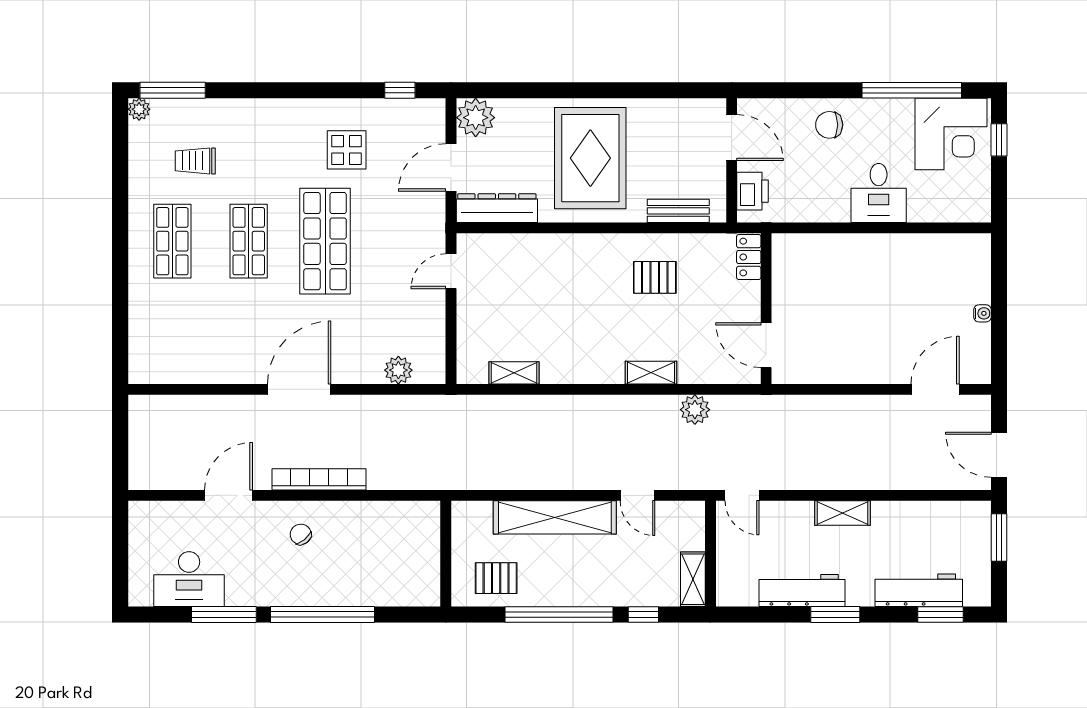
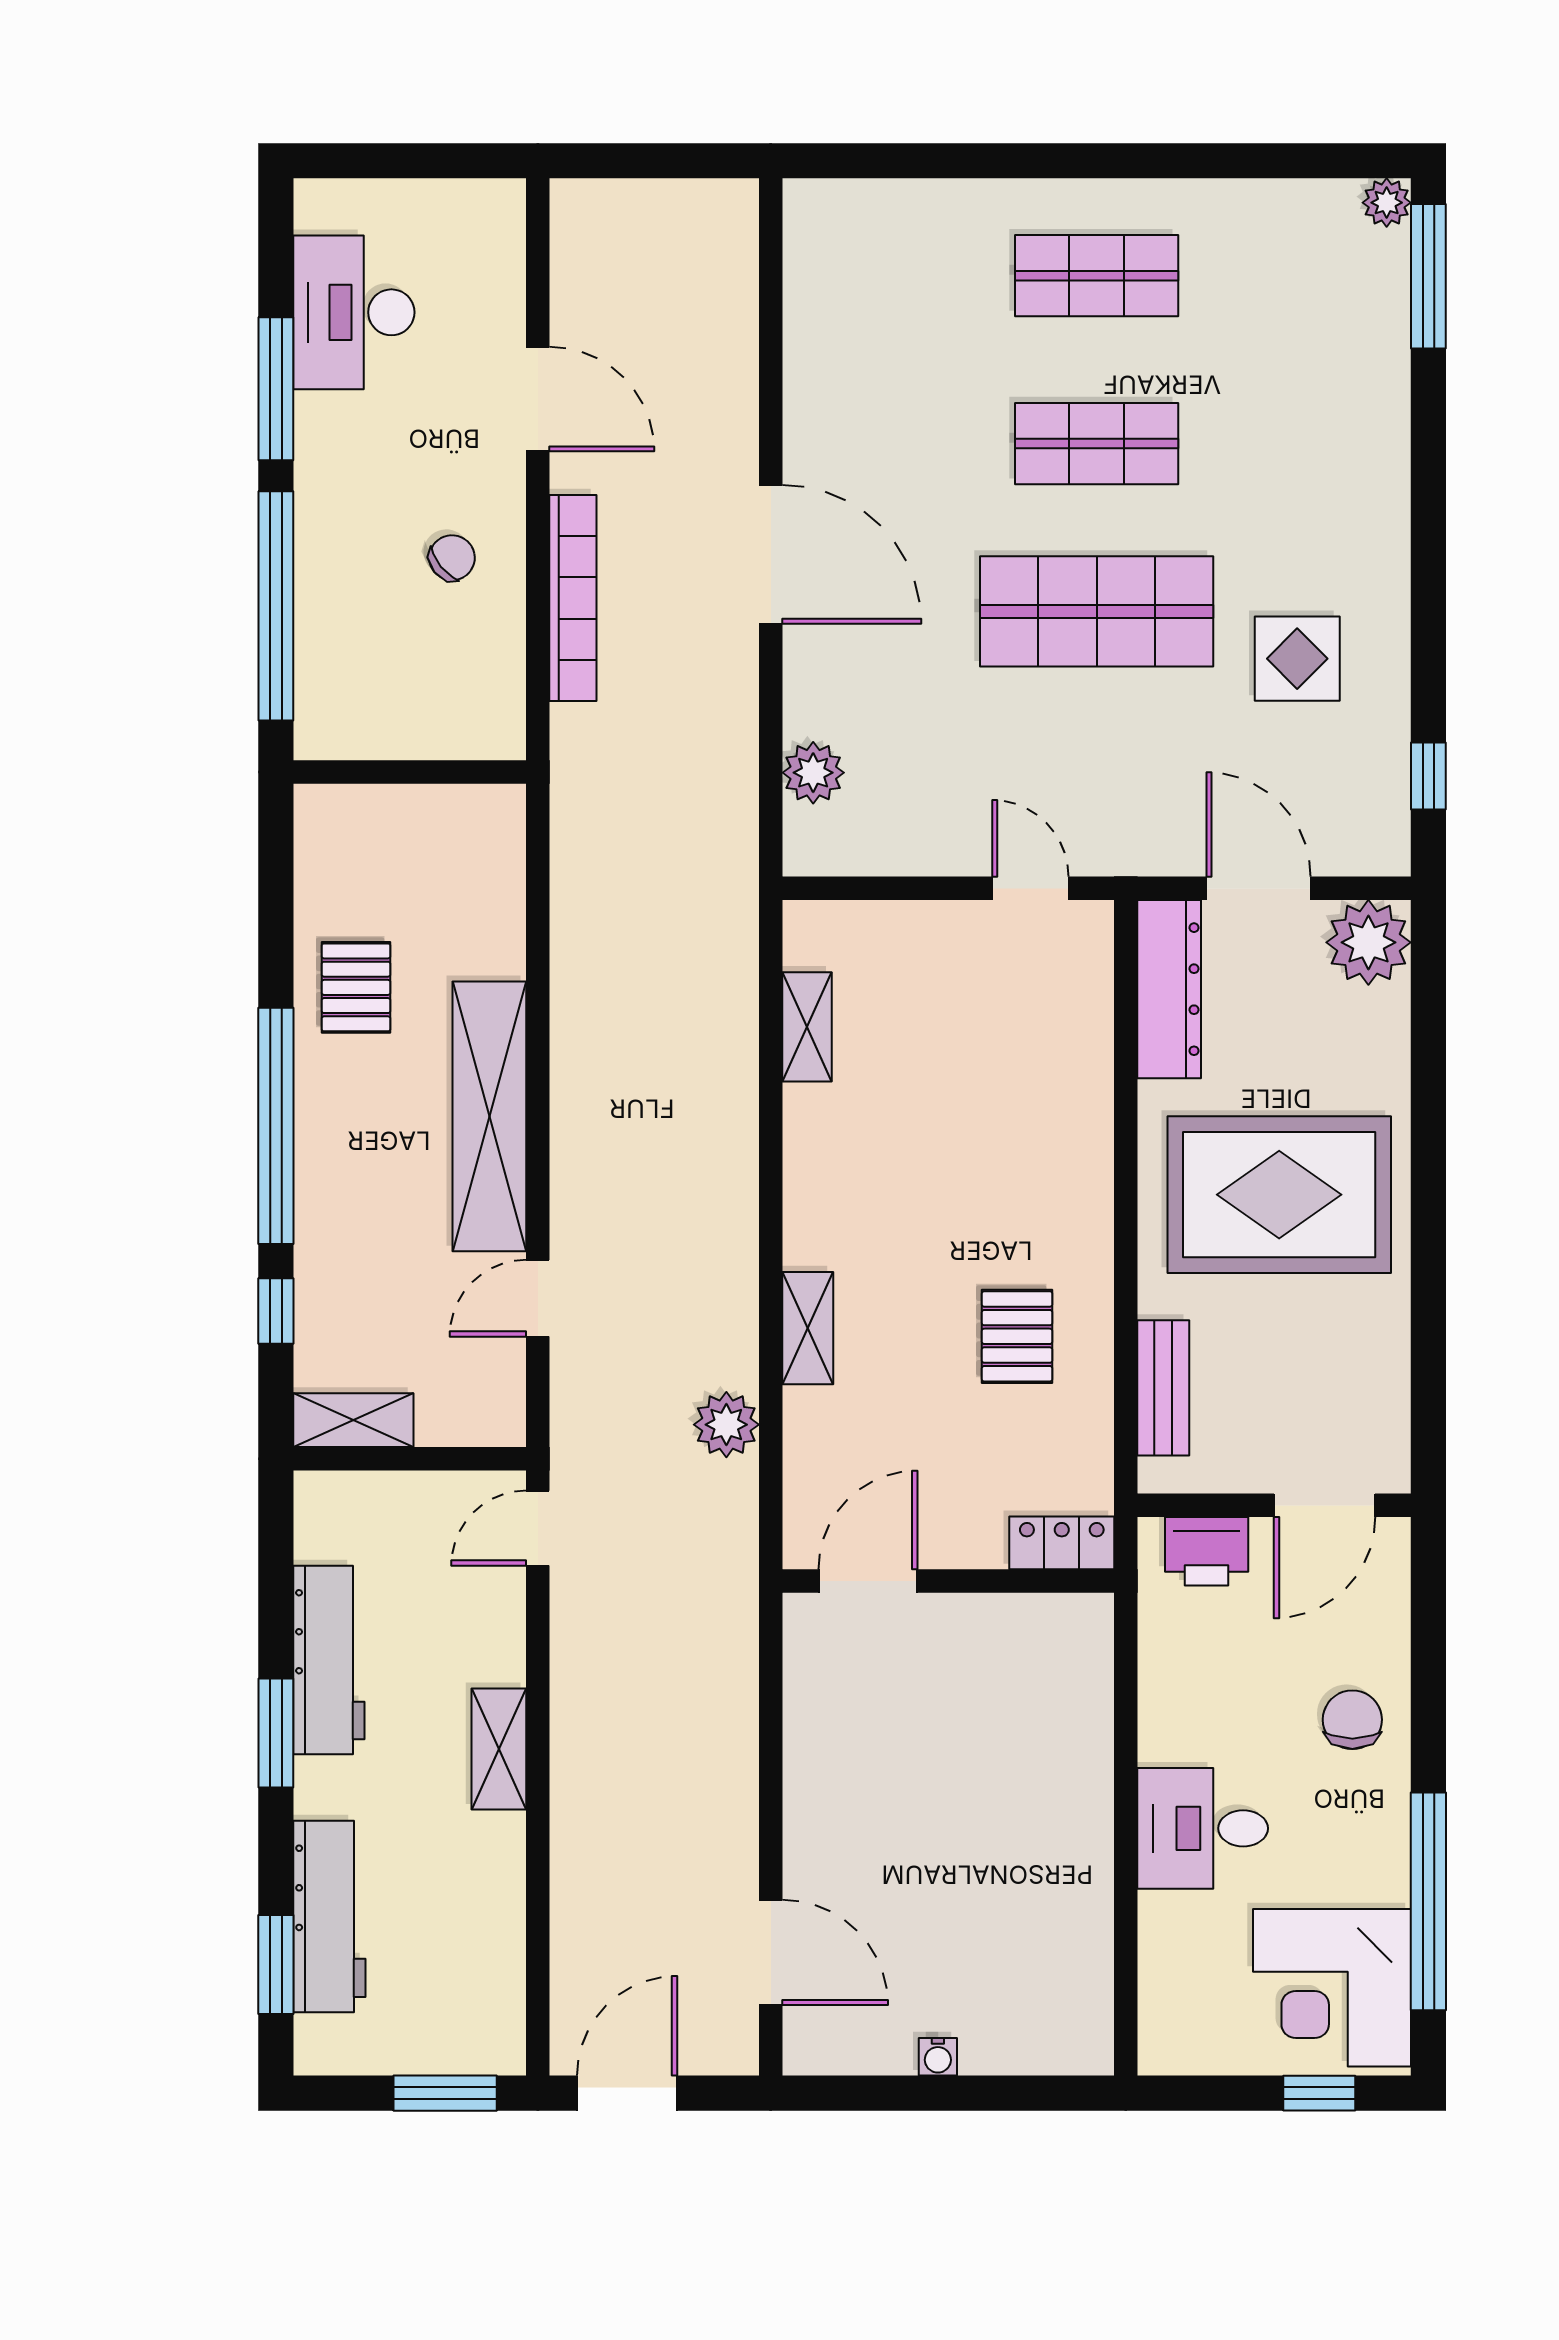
trolley: (195, 161) -> (1273, 326), removed
wall: (446, 554) -> (410, 772), moved

